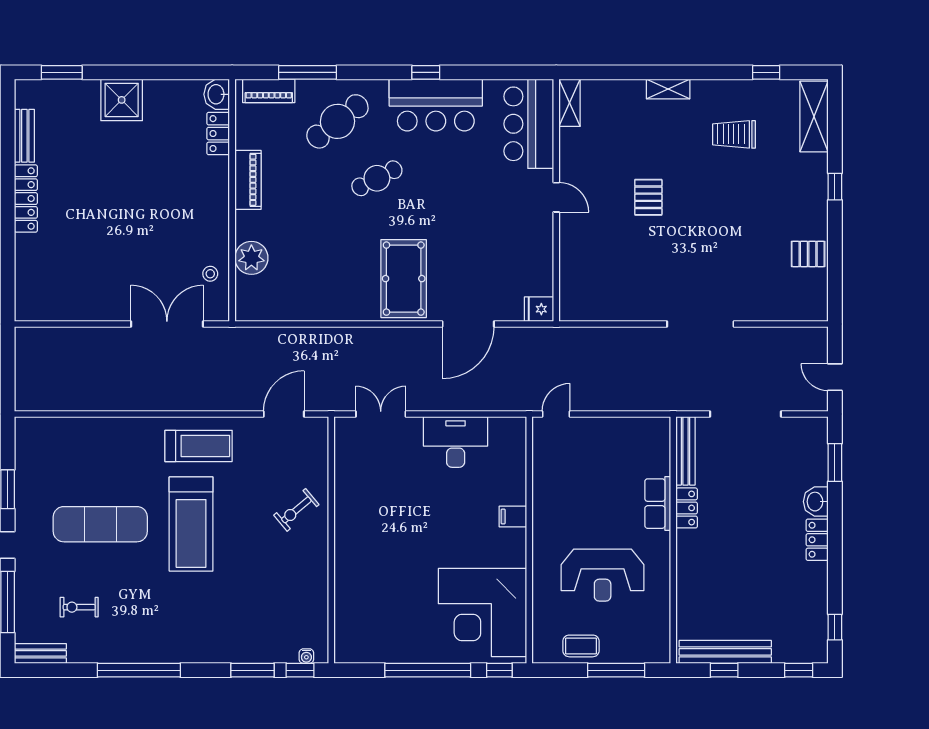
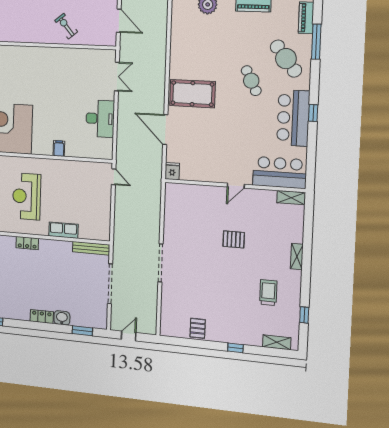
shelving: (814, 116) -> (277, 342), width x0.67, depth x0.75
locker: (687, 508) -> (27, 243), moved

